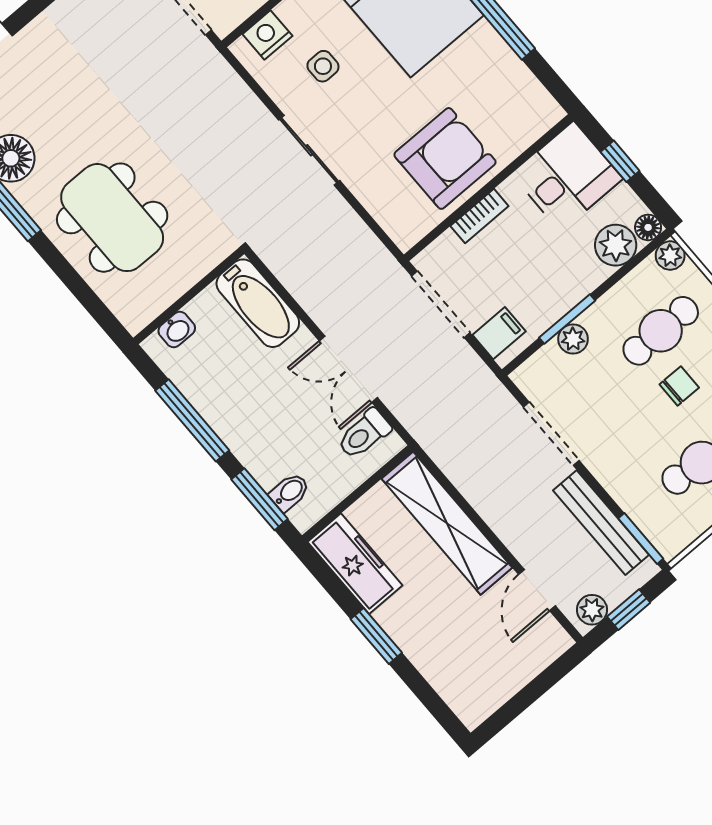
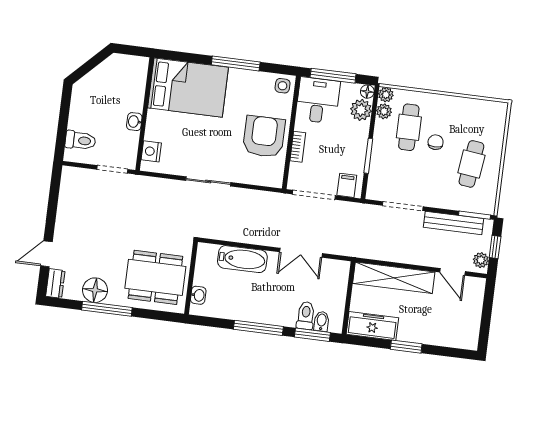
side table: (323, 66) -> (283, 86), moved
window: (620, 161) -> (333, 76), width x2.17
wall: (189, 296) -> (191, 278), moved
washbasin: (177, 330) -> (198, 295), moved
plant: (573, 339) -> (384, 111), moved
toilet: (364, 434) -> (306, 315), moved, turned 180

